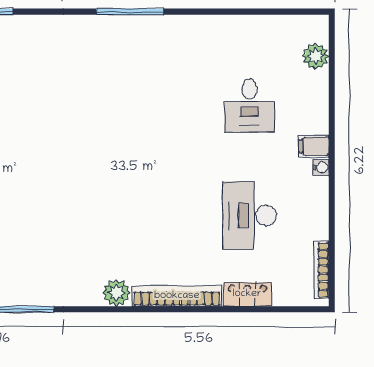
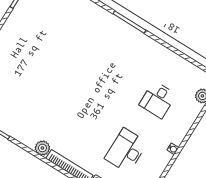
filing cabinet: (314, 146) -> (176, 137), removed

